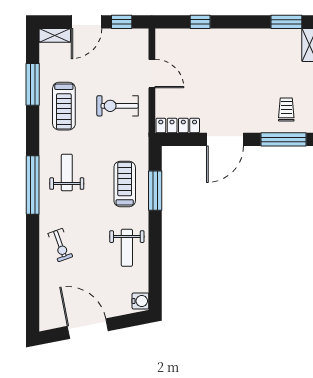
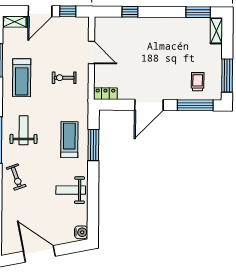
exercise bike: (118, 106) -> (64, 78), width x0.73, depth x0.72
locker: (178, 125) -> (105, 94), width x0.66
exercise bike: (60, 245) -> (16, 177), moved
weight bench: (127, 248) -> (71, 190), turned 90

